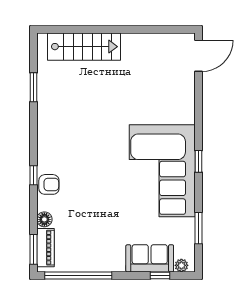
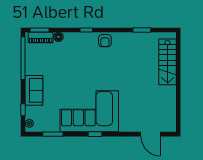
door: (199, 56) -> (151, 134), moved
armchair: (49, 184) -> (105, 41), moved
sofa: (150, 258) -> (34, 90), moved

